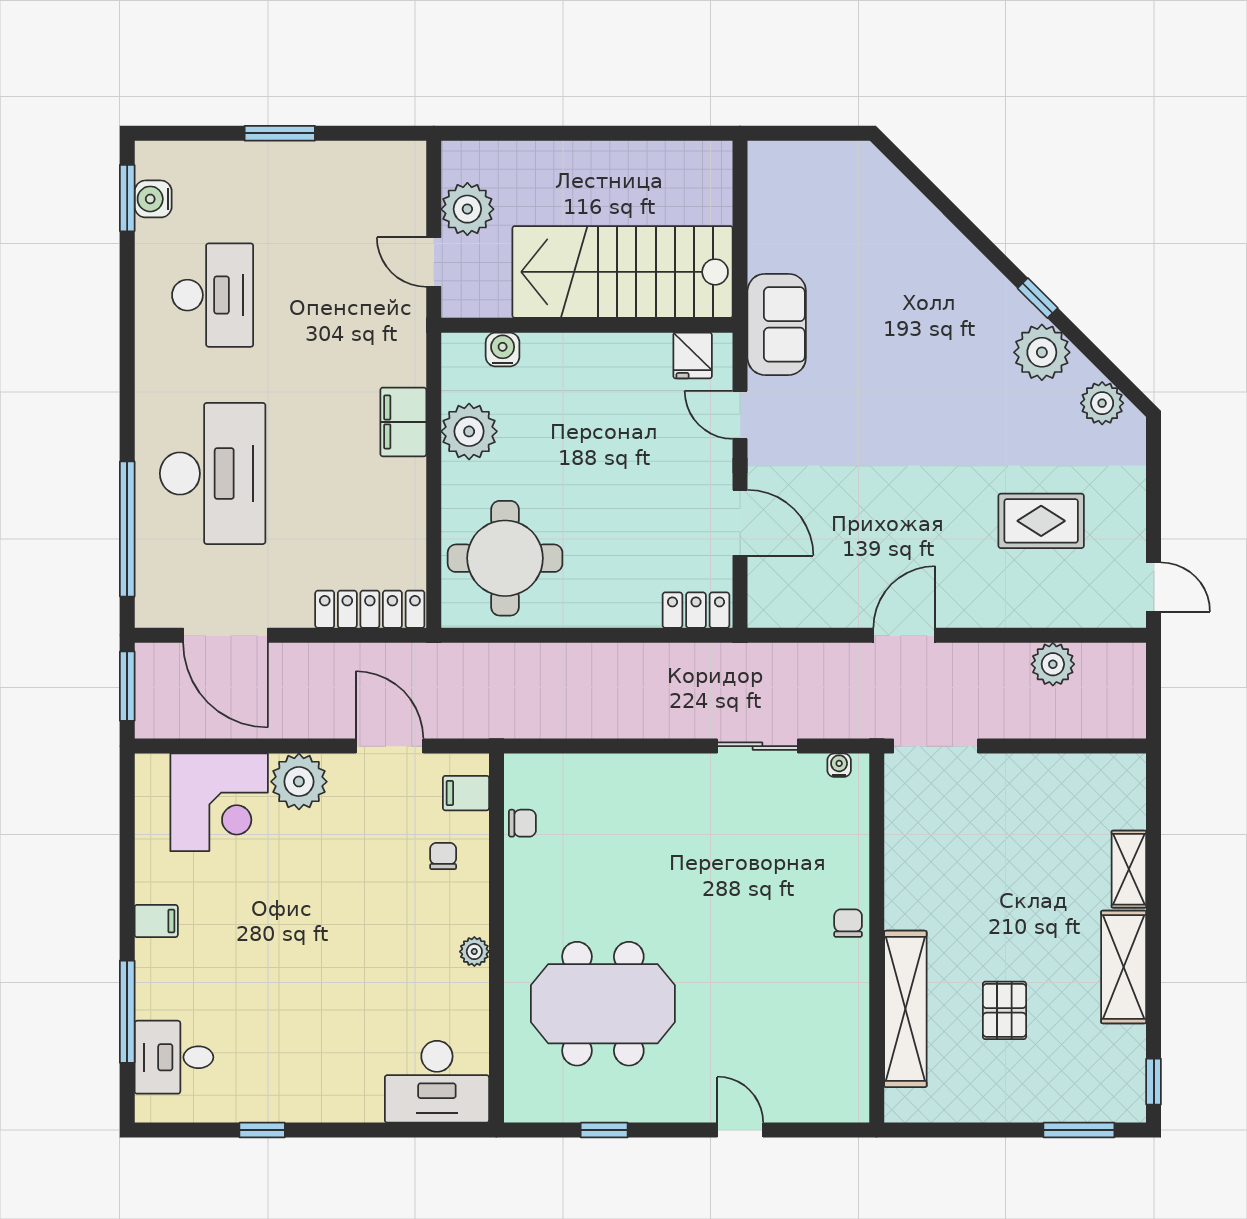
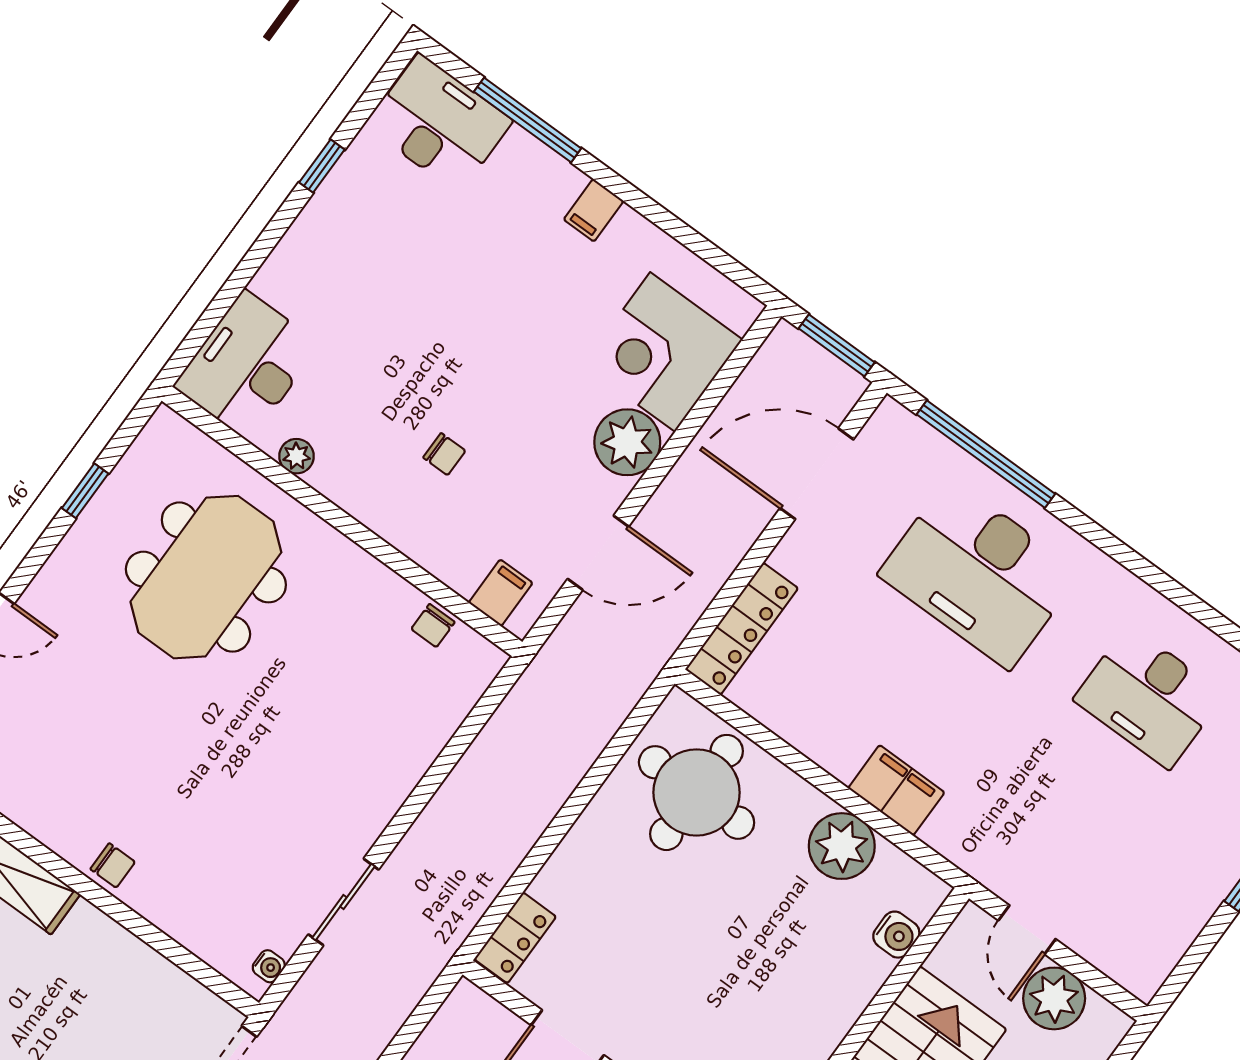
door: (434, 262) -> (1027, 930), swing flipped
chair: (443, 856) -> (444, 454), moved
plant: (474, 952) -> (296, 456), moved
desk: (174, 1057) -> (439, 123), width x1.37

